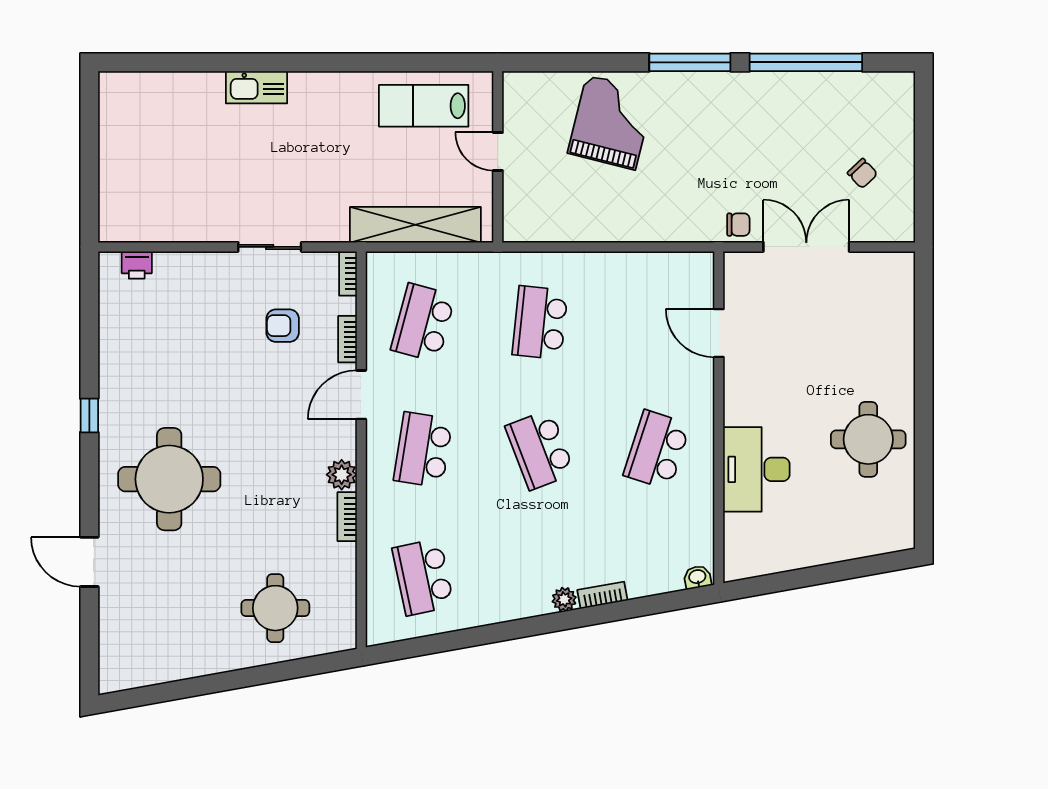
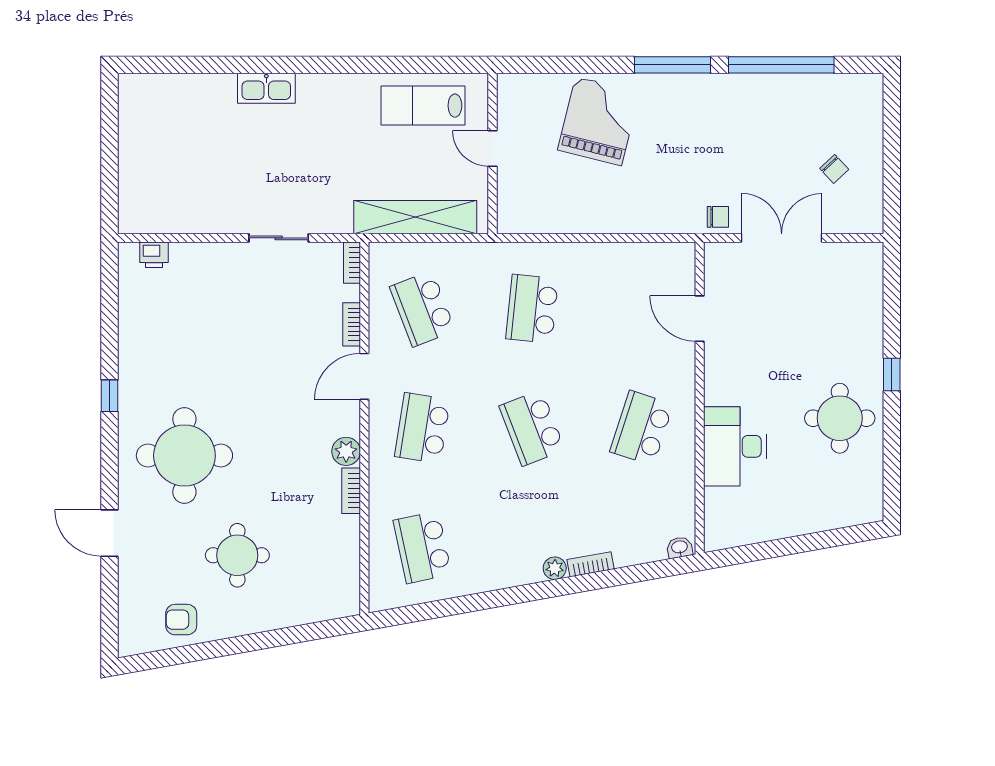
school desk: (423, 323) -> (422, 309), turned -36
armchair: (283, 326) -> (181, 620), moved
window: (924, 393) -> (892, 375), added
round table: (275, 608) -> (237, 555), moved

